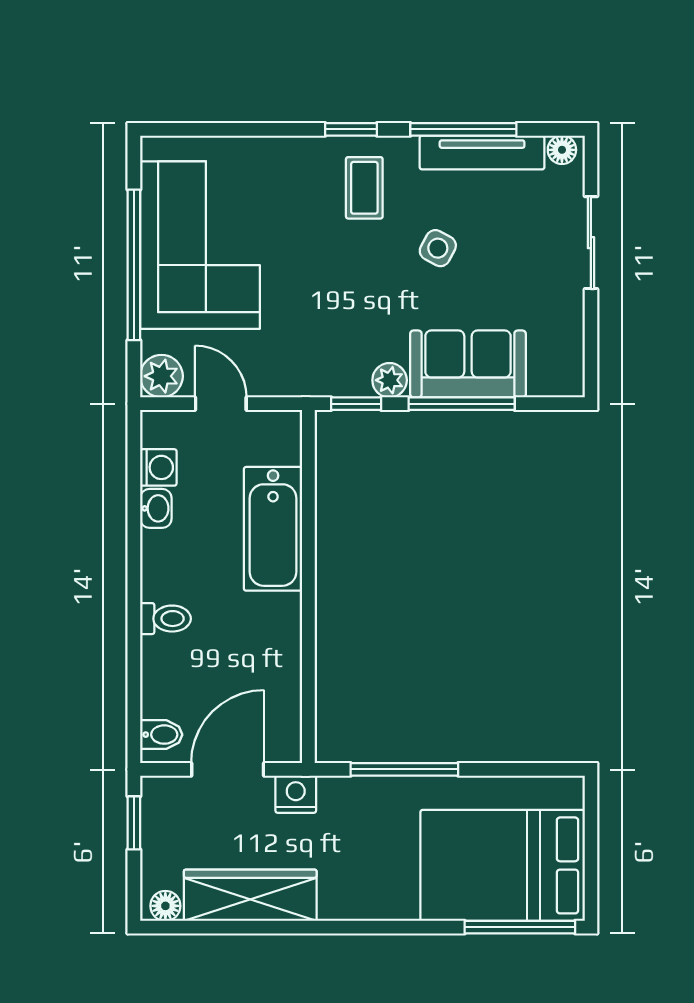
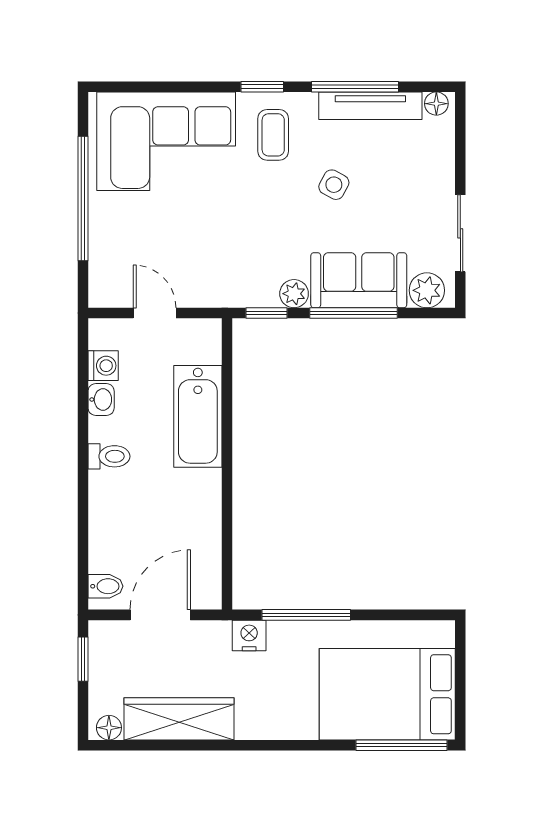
sliding door: (591, 243) -> (460, 233), moved
corner sofa: (200, 245) -> (166, 141), moved, turned 90
plant: (161, 376) -> (427, 290), moved
toilet: (165, 619) -> (109, 456), moved
nightstand: (296, 794) -> (249, 635), moved

